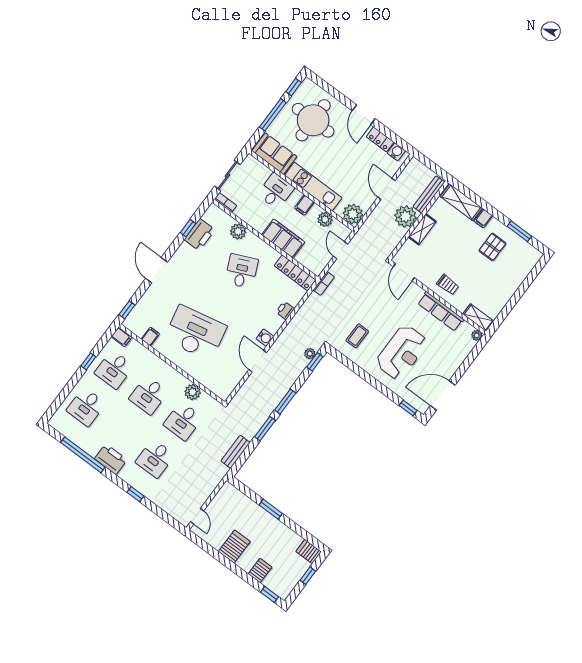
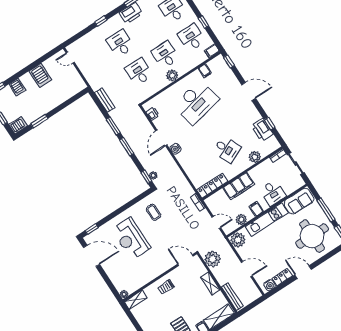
plant: (405, 216) -> (213, 259), moved
printer: (285, 310) -> (153, 114), moved
row of seats: (441, 311) -> (149, 276), removed
door: (258, 361) -> (161, 138), swing flipped
plant: (193, 392) -> (172, 75), moved
door: (443, 395) -> (91, 256), hinge flipped
window: (271, 509) -> (39, 121), moved

